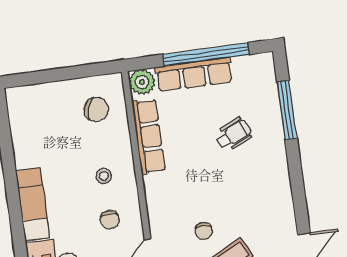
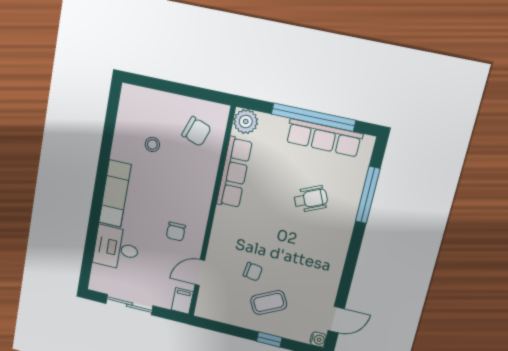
row of seats: (194, 74) -> (324, 138), moved
stool: (104, 176) -> (152, 144), moved
chair: (204, 231) -> (253, 272), turned -82

